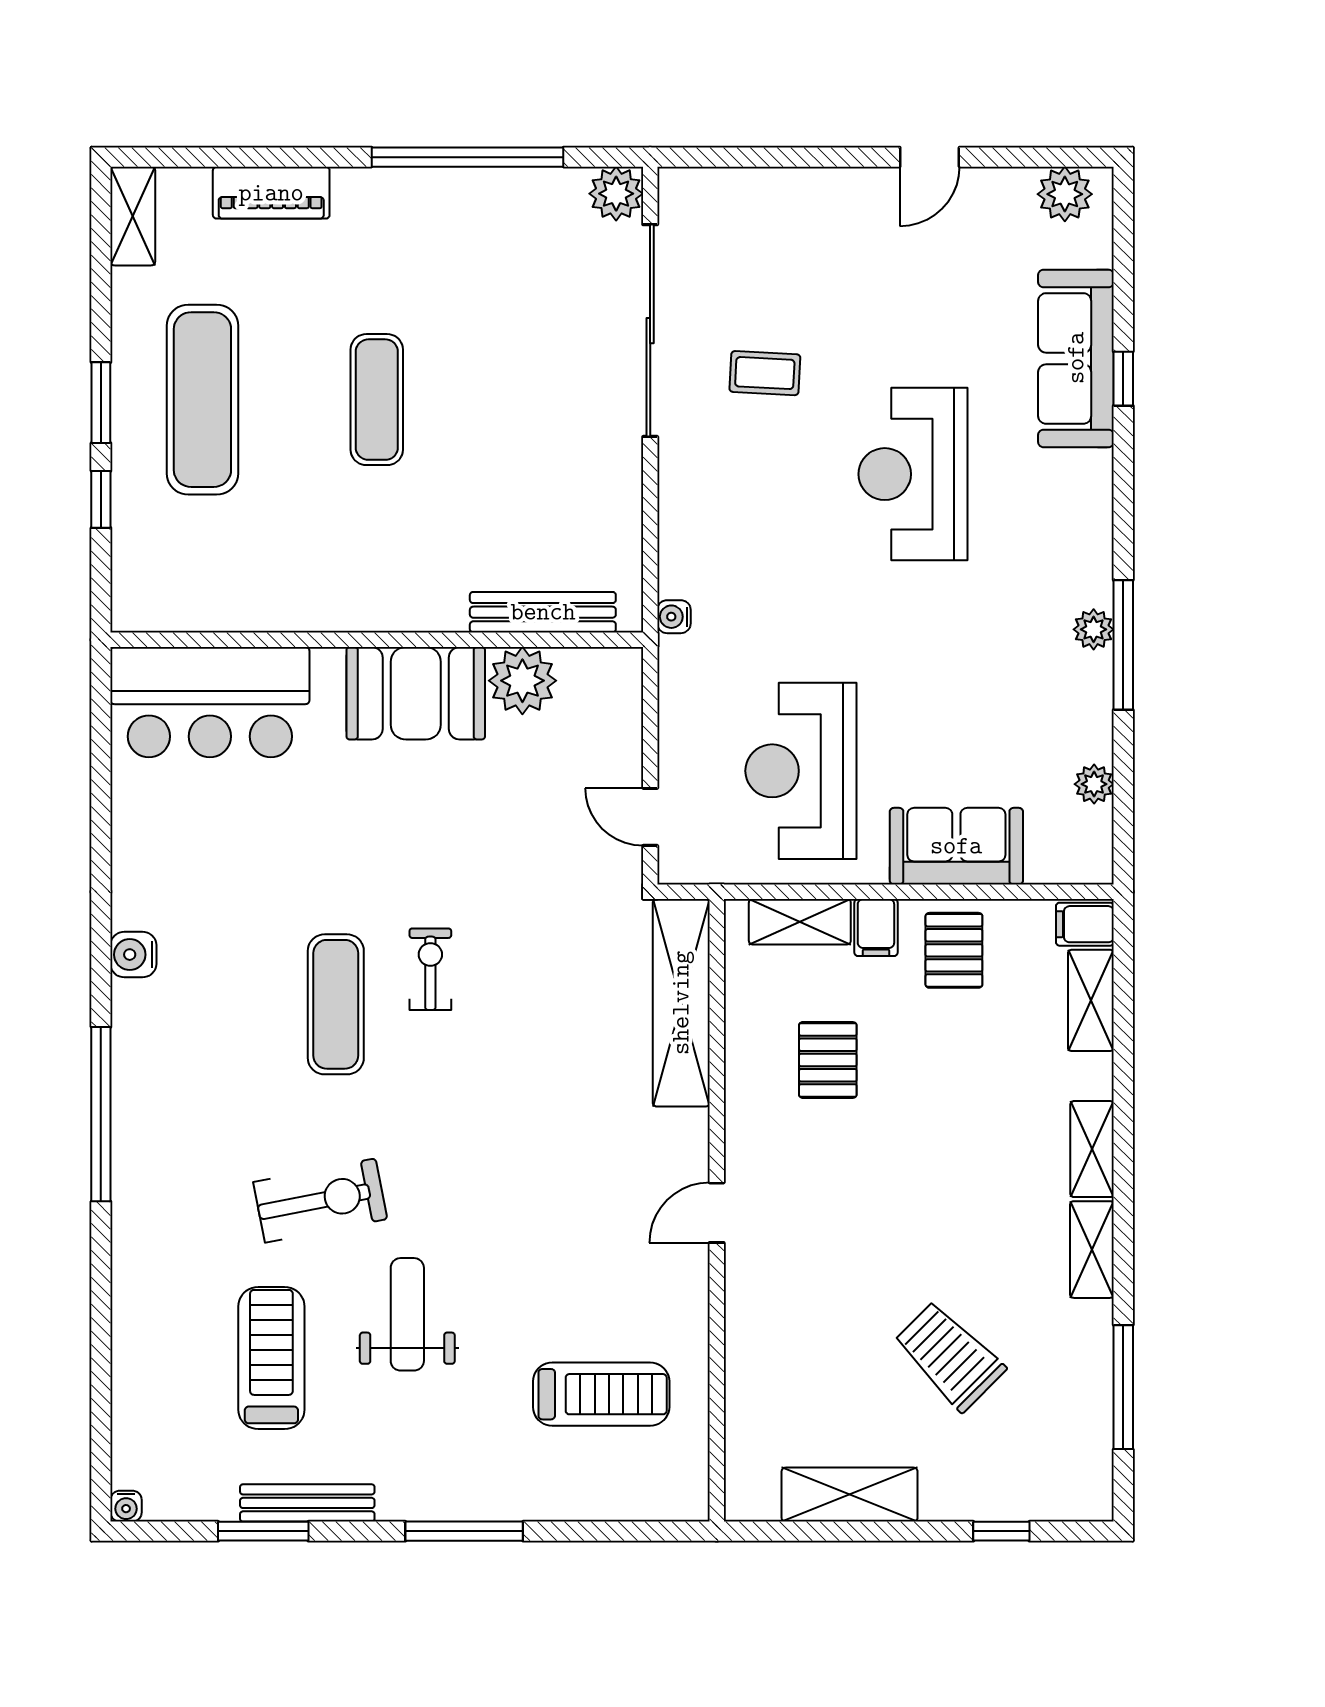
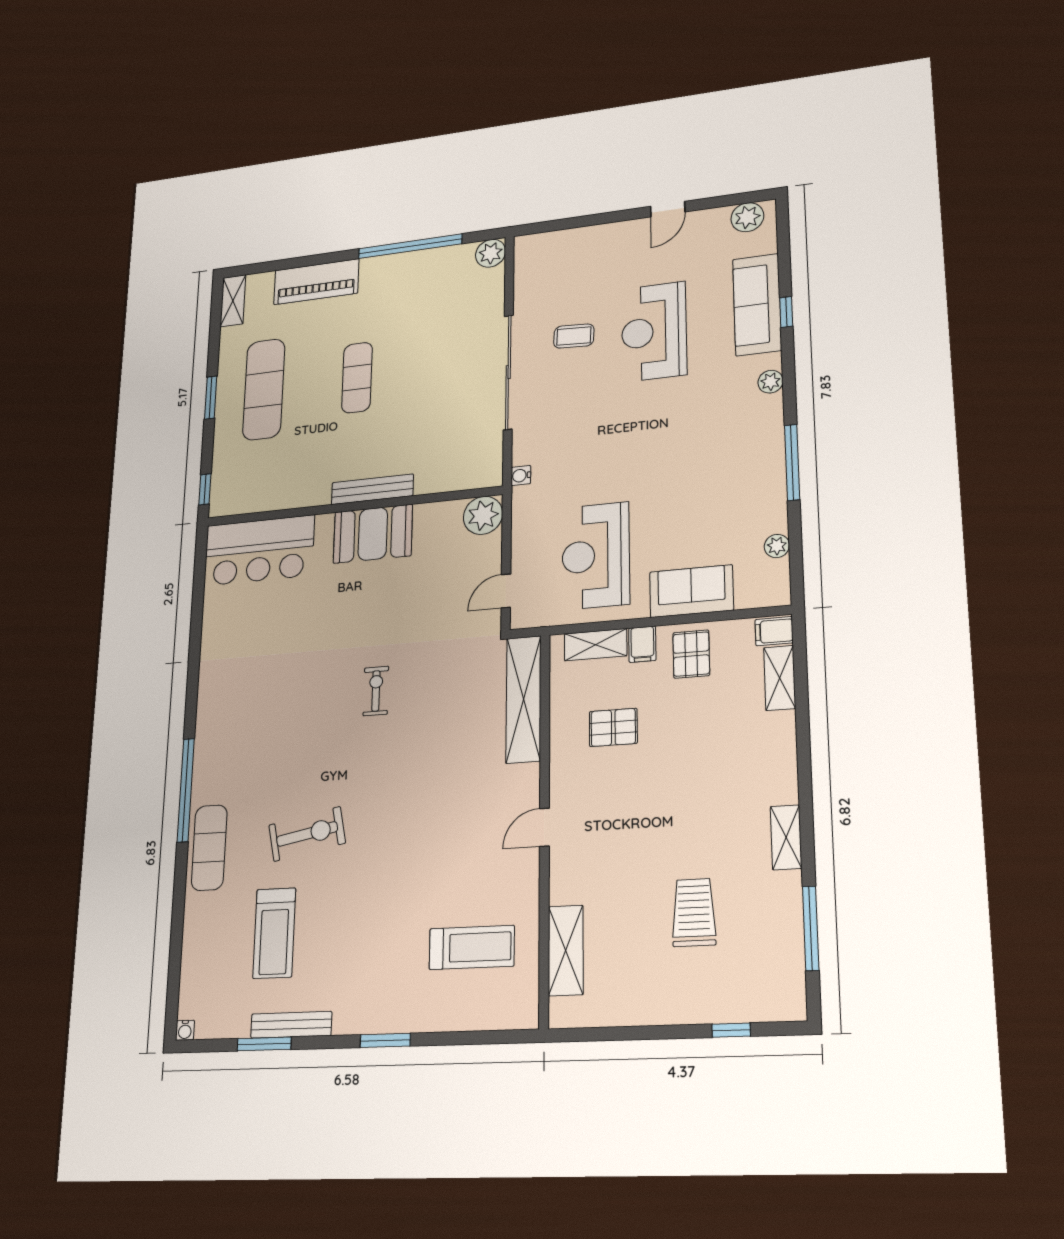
piano: (271, 193) -> (316, 282), width x1.37, depth x1.33
sliding door: (650, 331) -> (508, 372), moved
reception desk: (913, 474) -> (654, 332), moved
window: (101, 499) -> (205, 489), moved
bench: (543, 612) -> (372, 489), moved
plant: (1094, 629) -> (771, 382), moved
plant: (522, 681) -> (483, 515), moved
door: (650, 817) -> (506, 591), hinge flipped
water cooler: (133, 955) -> (209, 696), removed
exercise mat: (336, 1004) -> (209, 848), moved
pallet: (828, 1060) -> (613, 727), turned 90
shelving: (1092, 1149) -> (784, 772), removed
weight bench: (407, 1314) -> (355, 902), removed
trolley: (950, 1356) -> (694, 912), turned 45
treadmill: (271, 1358) -> (274, 933), turned 180
shelving: (850, 1495) -> (566, 950), moved, turned 90
window: (464, 1531) -> (385, 1040), width x0.69

